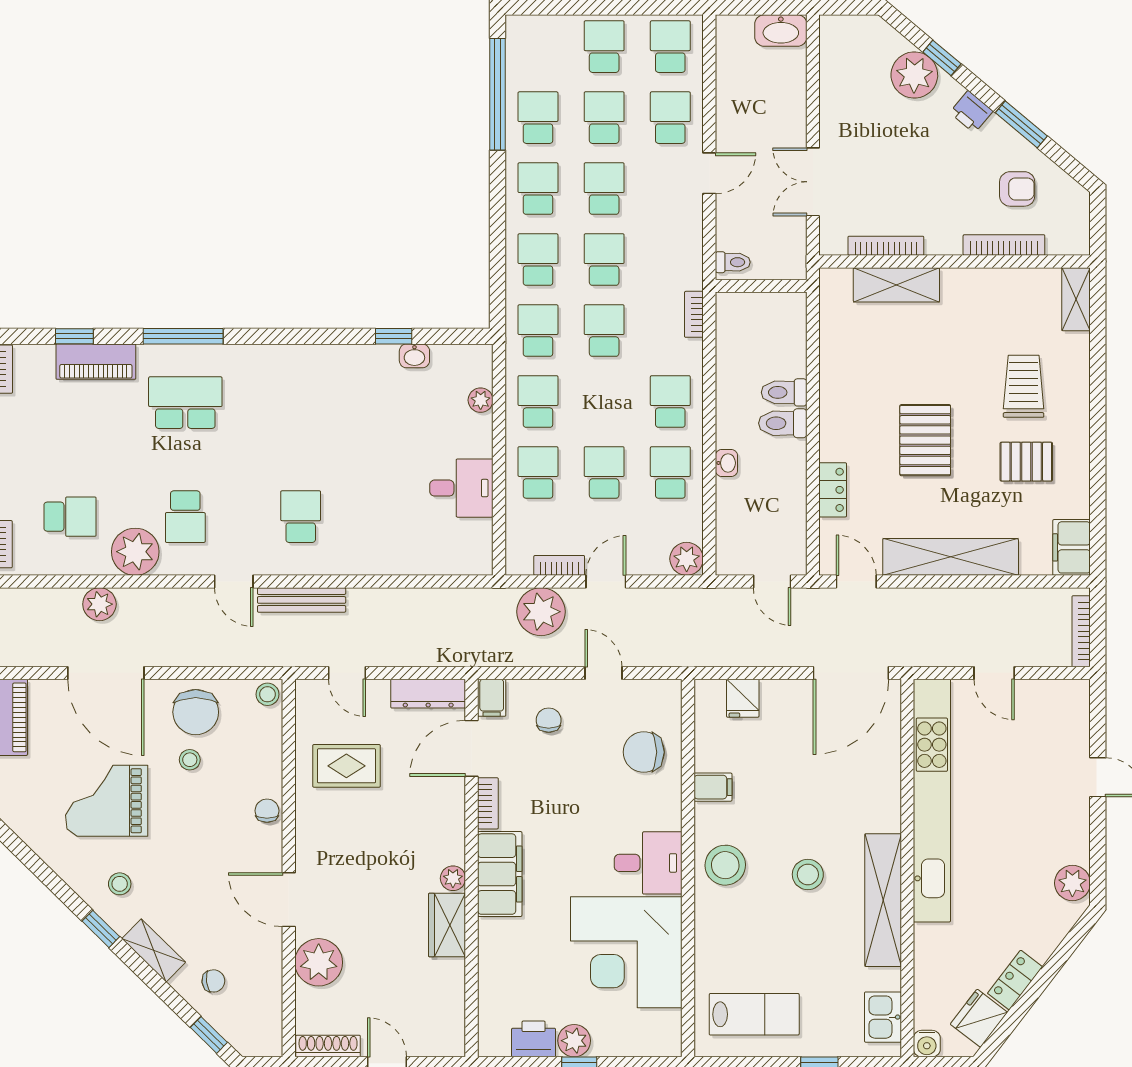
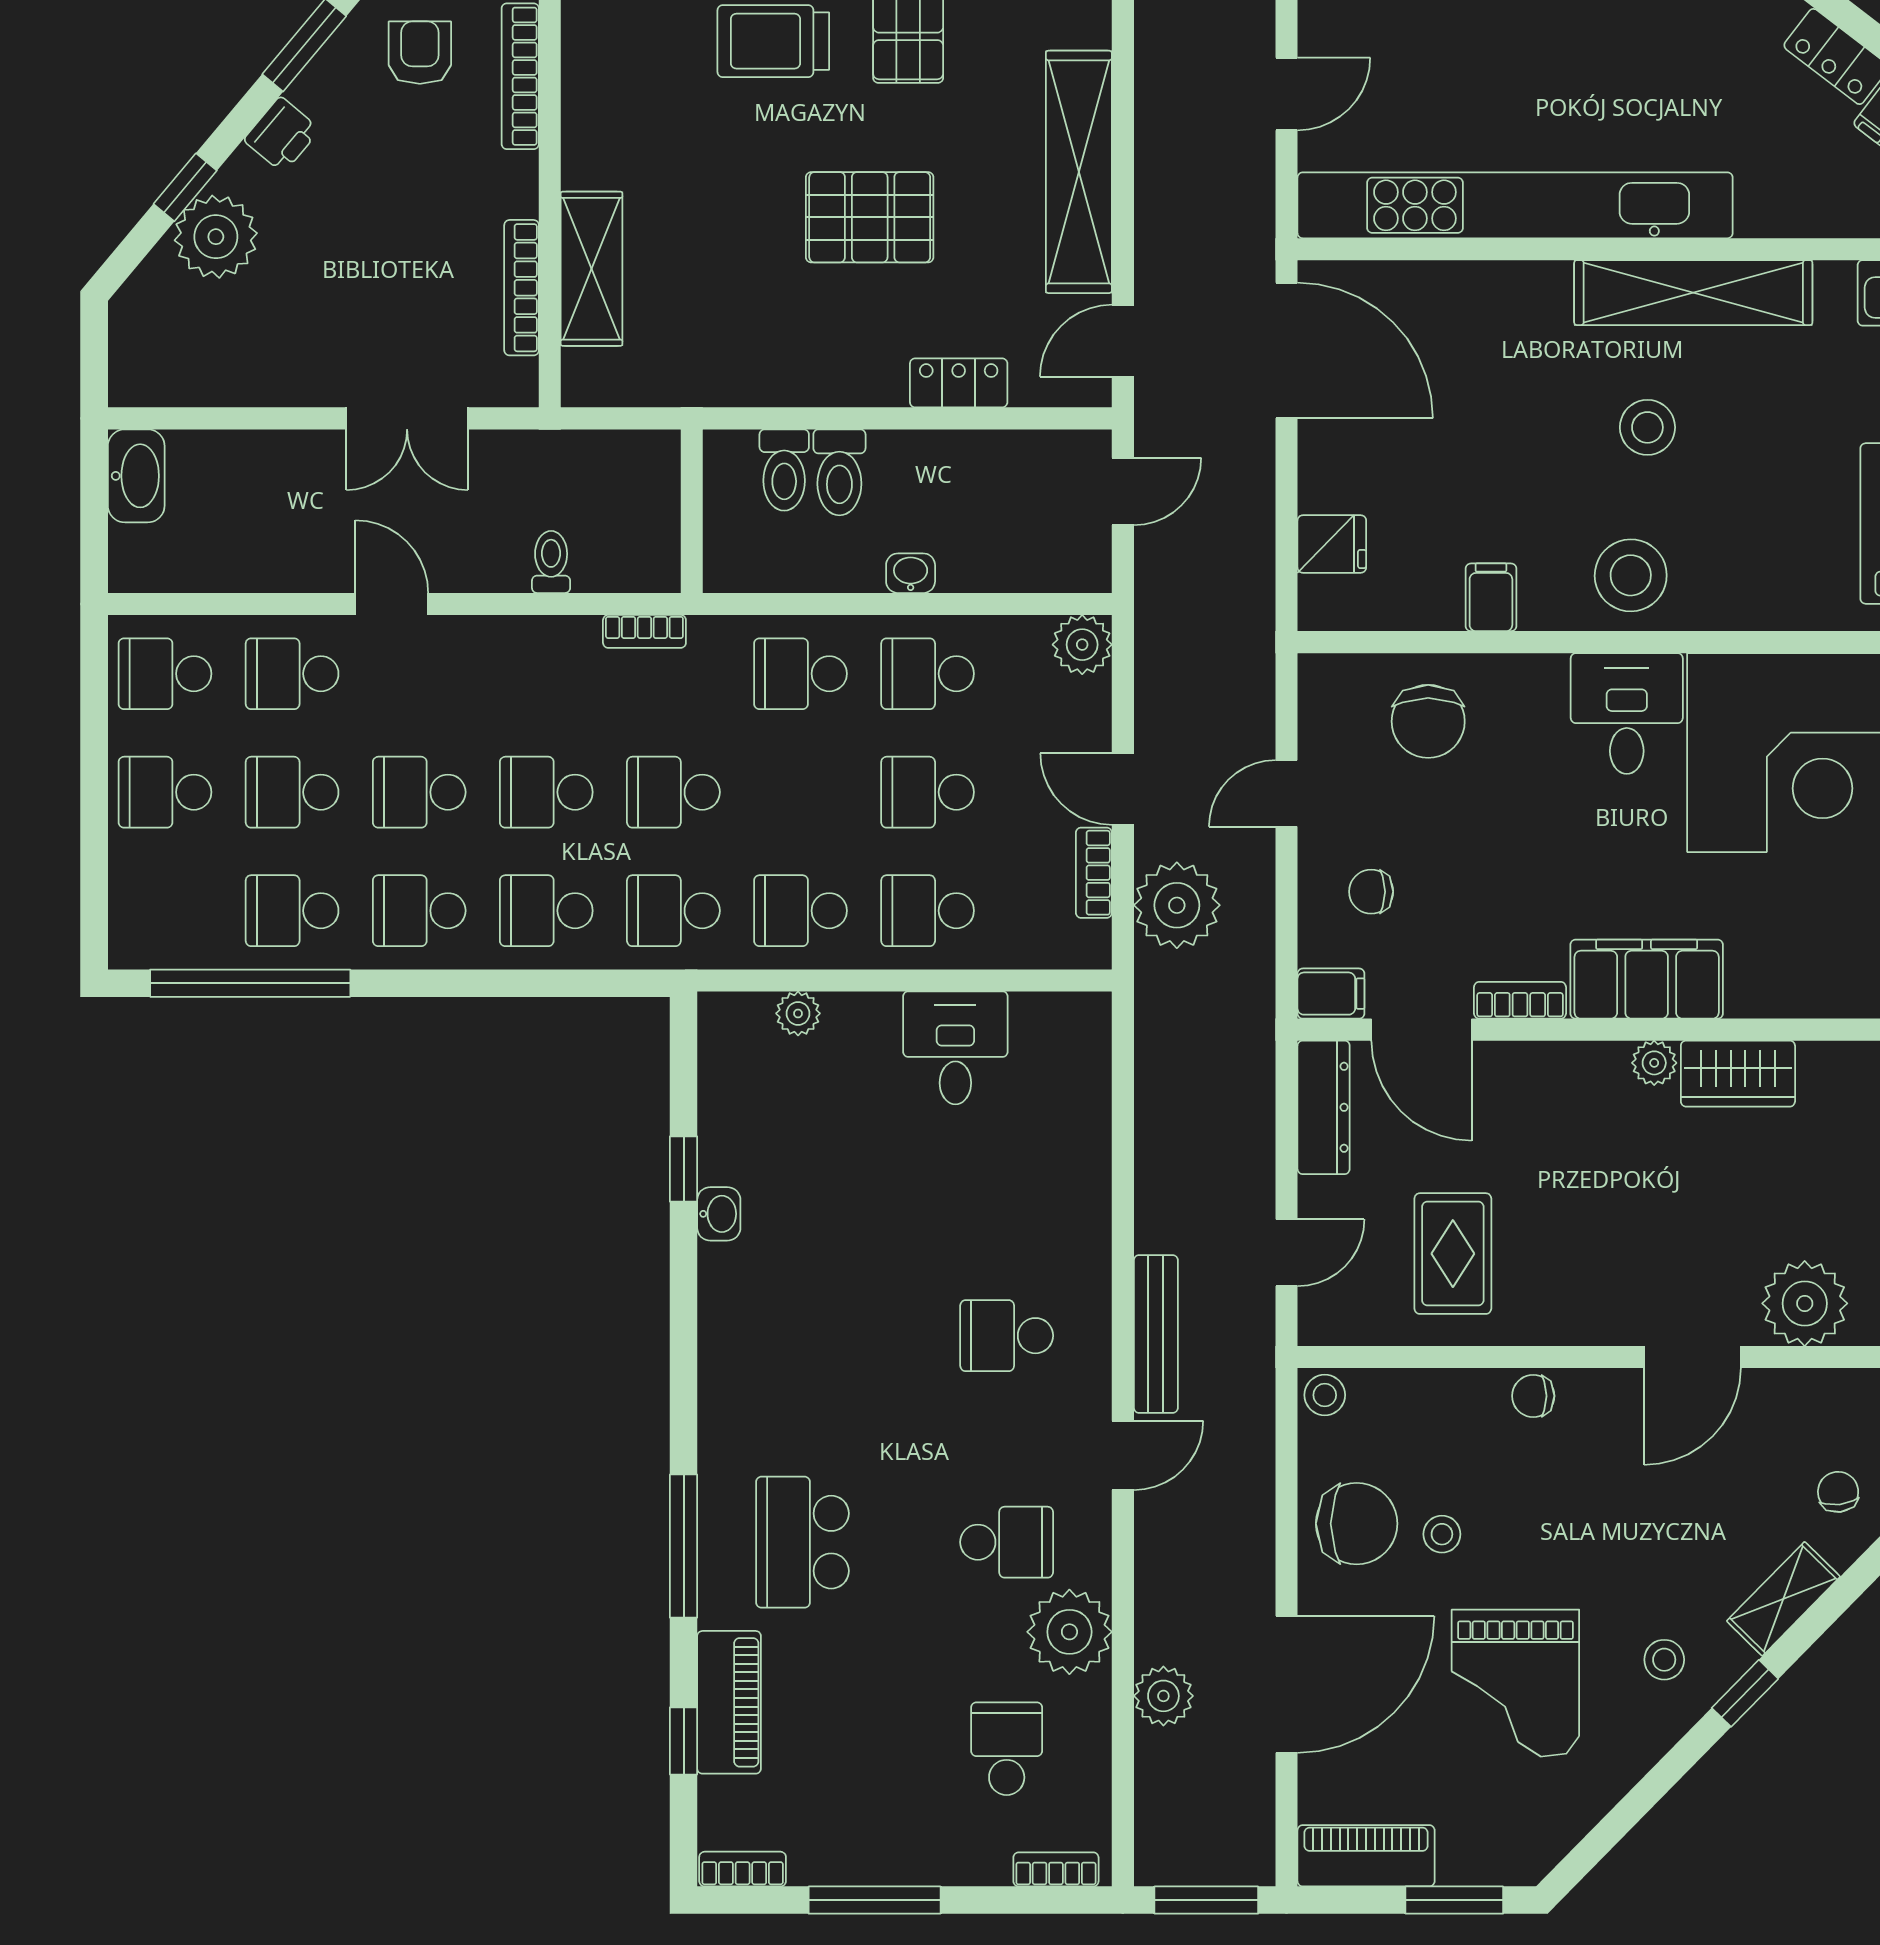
wall: (761, 286) -> (692, 511), moved
washbasin: (414, 356) -> (719, 1214), moved

